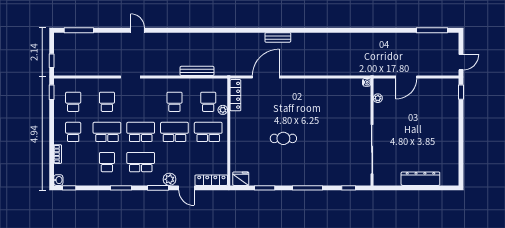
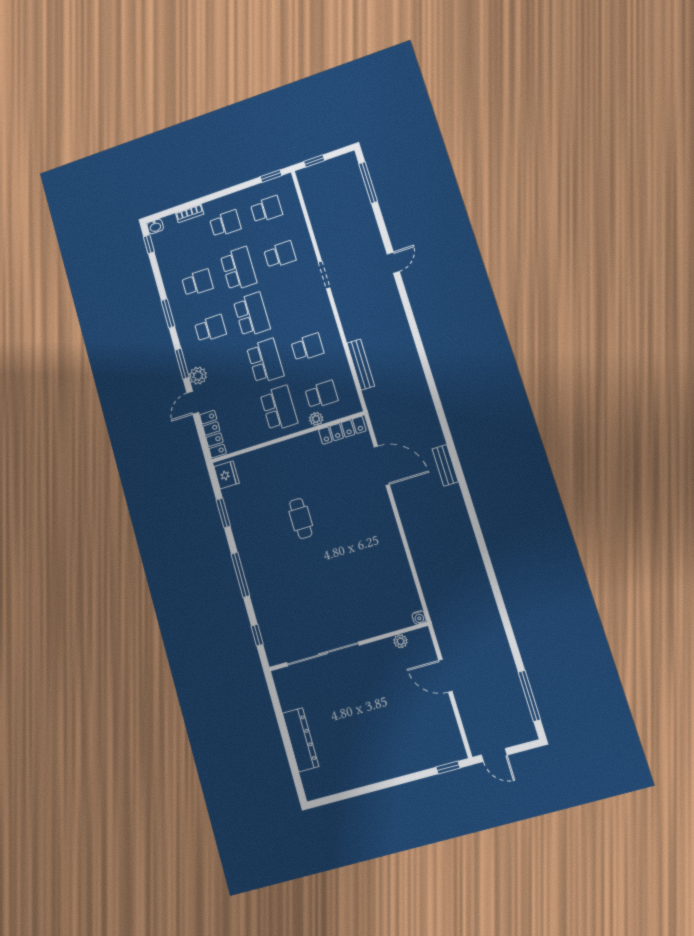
school desk: (141, 162) -> (210, 328), width x0.54

